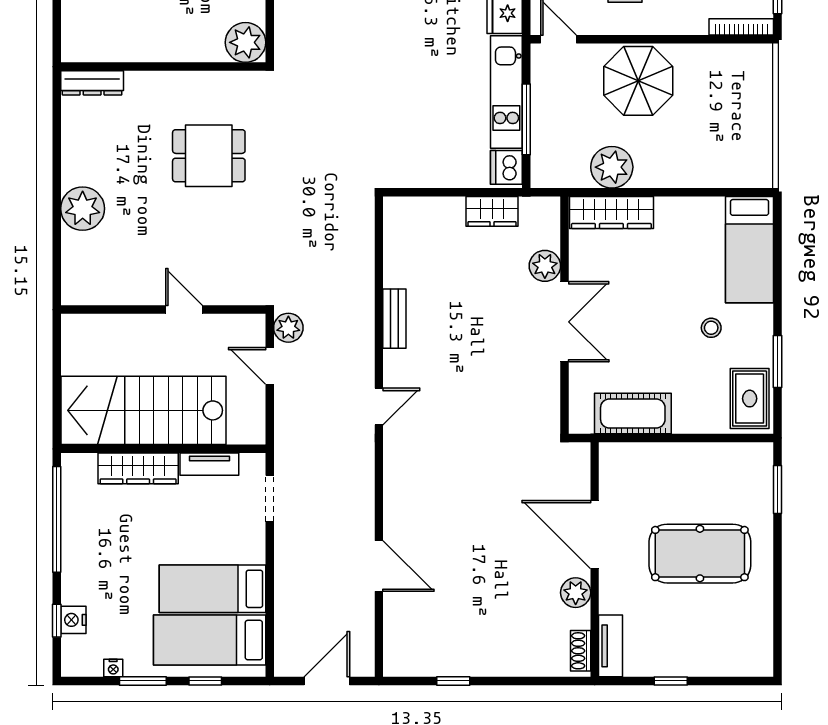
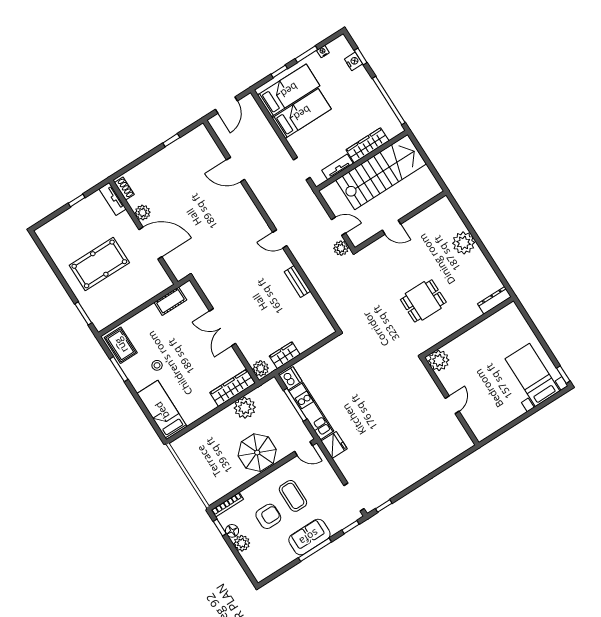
plant: (545, 266) -> (261, 368), moved
door: (379, 406) -> (280, 239), hinge flipped
cot: (633, 413) -> (170, 301), width x0.73, depth x0.75

